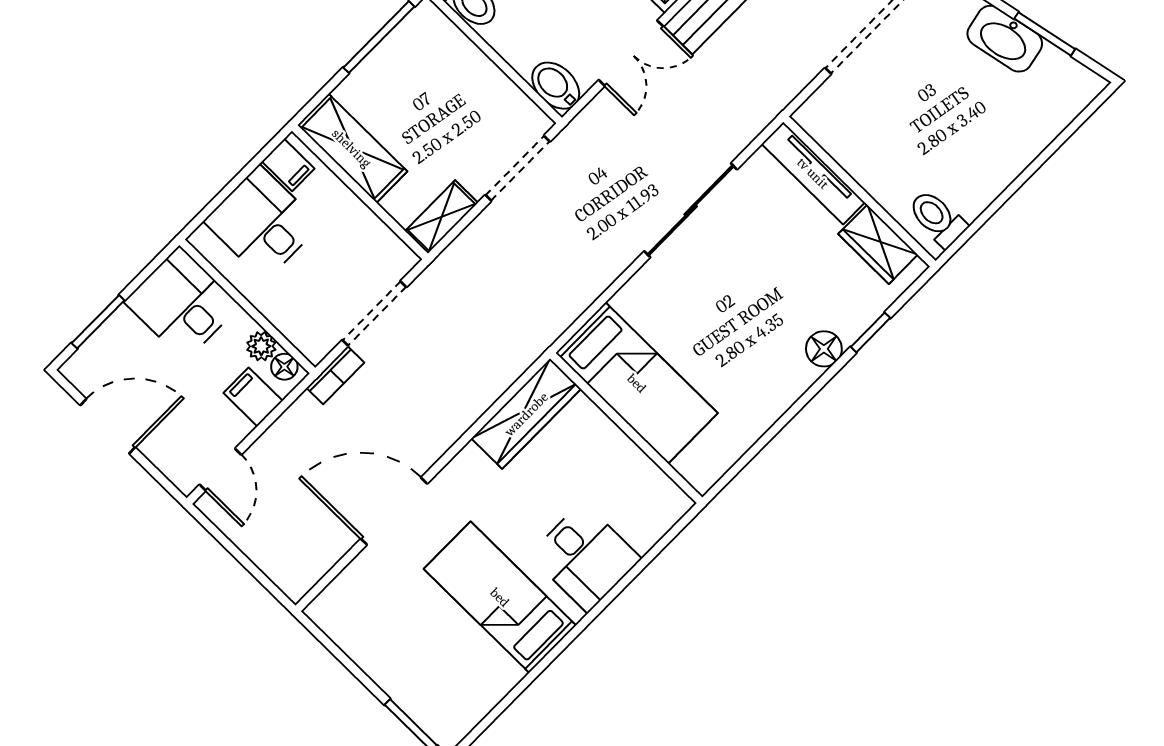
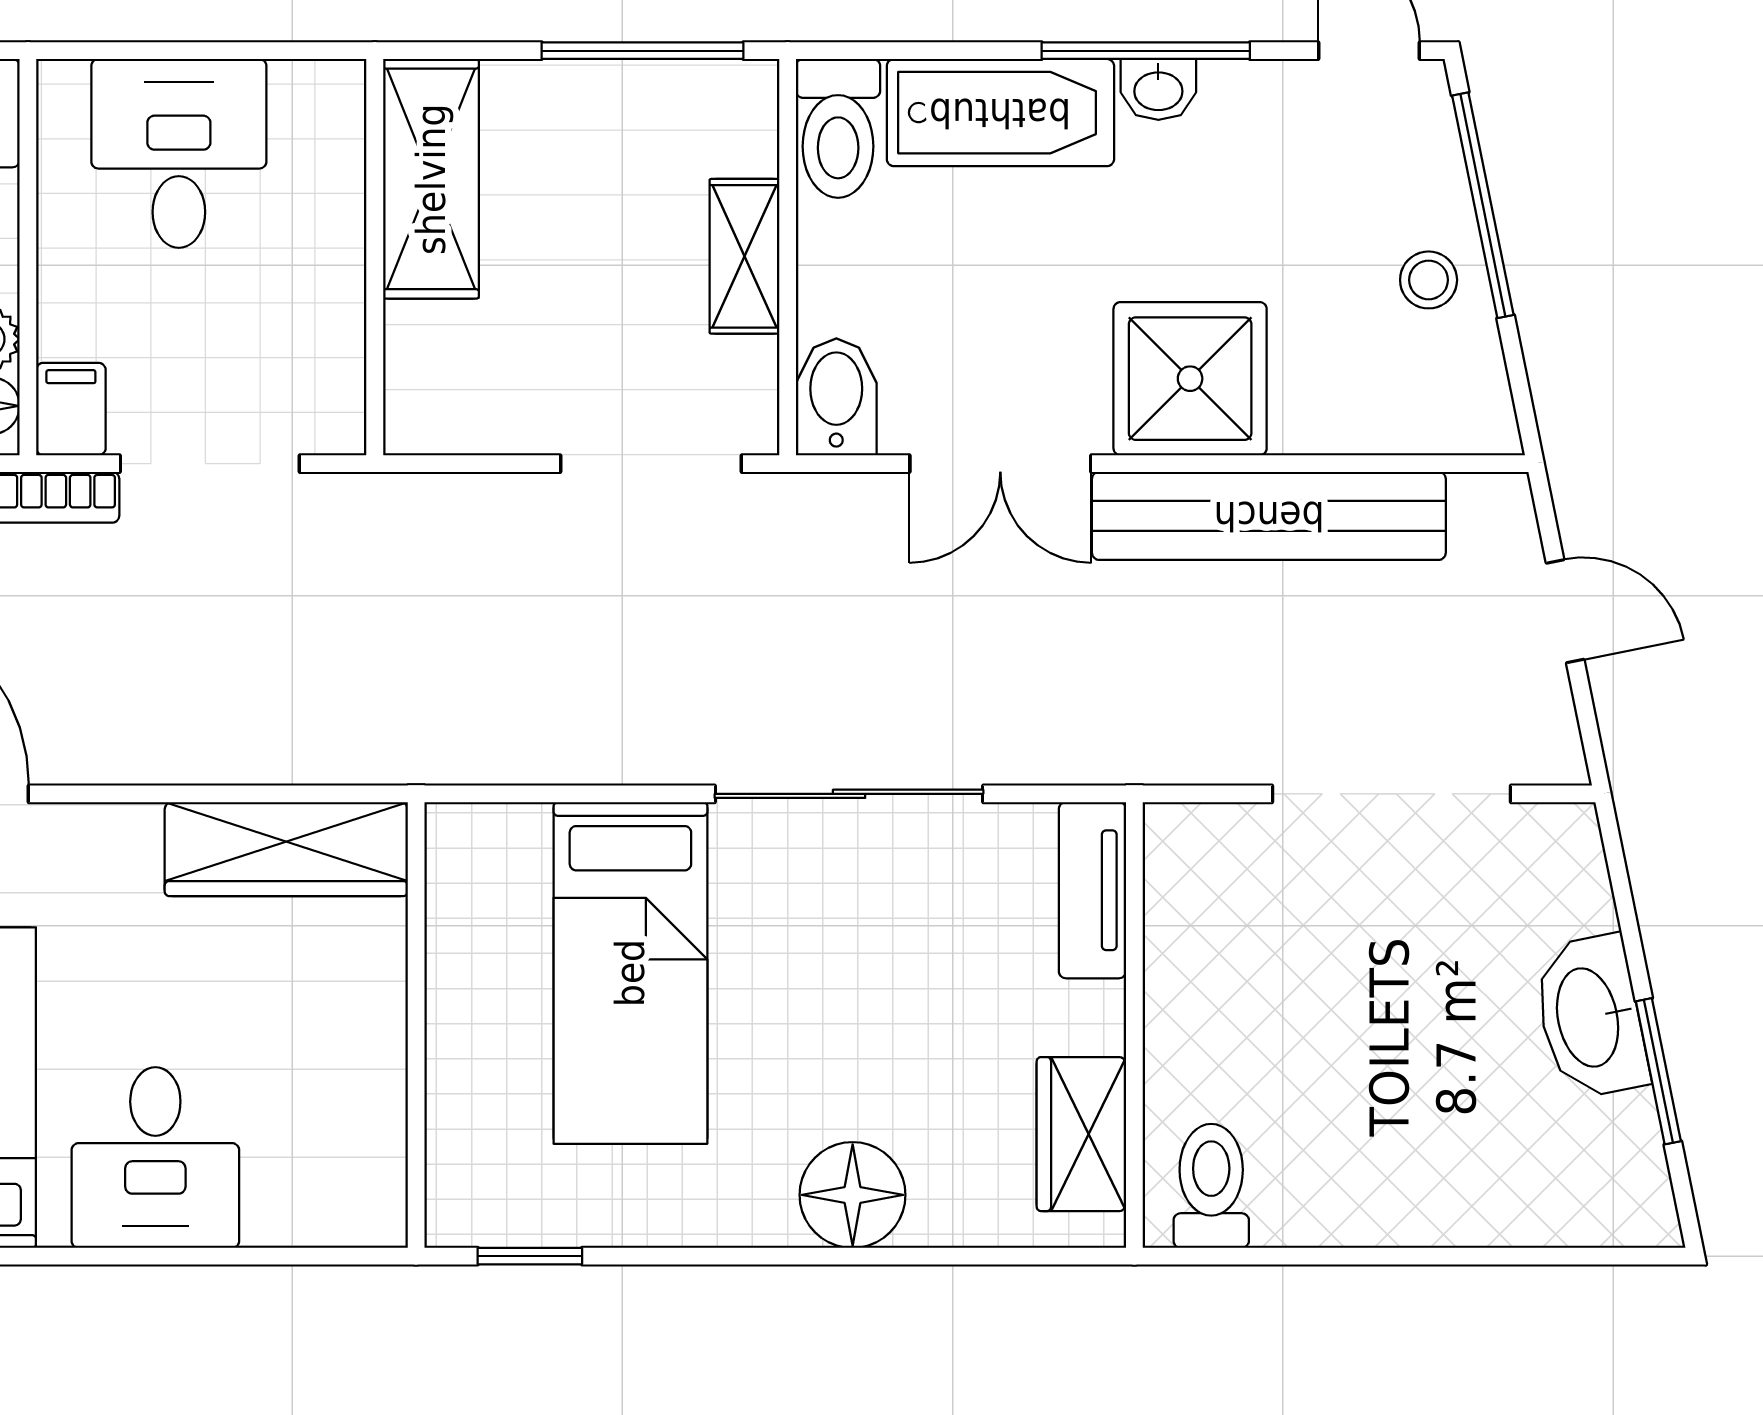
filing cabinet: (288, 165) -> (71, 409), moved, turned 180
tv unit: (813, 173) -> (1092, 890), width x0.71
shelving: (442, 217) -> (744, 256), moved, turned 90
window: (871, 332) -> (530, 1256), moved
floor lamp: (824, 349) -> (853, 1195), width x1.38, depth x1.38
bed: (637, 383) -> (630, 973), moved

